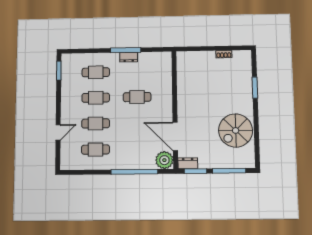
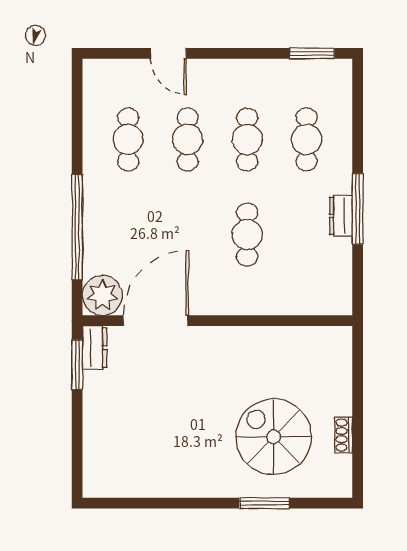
spiral stairs: (236, 130) -> (274, 437), moved
window: (229, 171) -> (77, 440), removed

